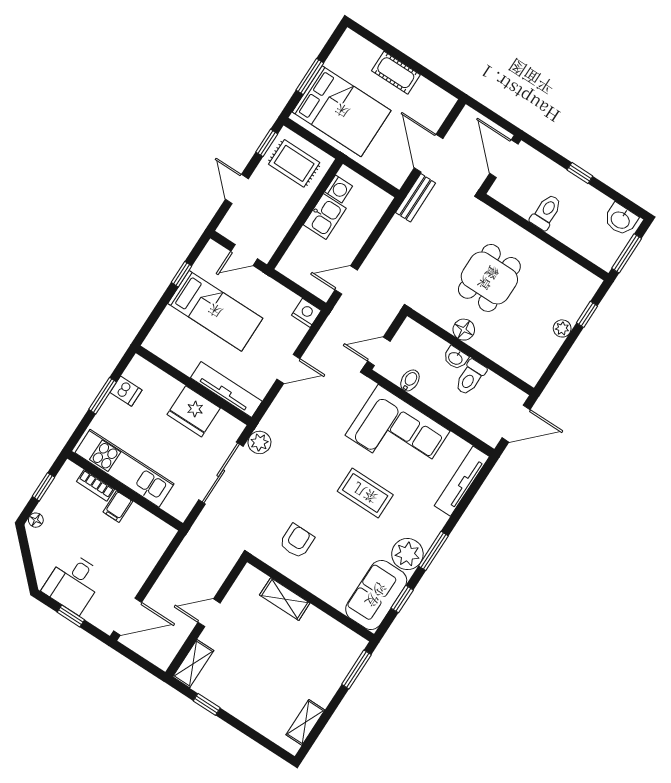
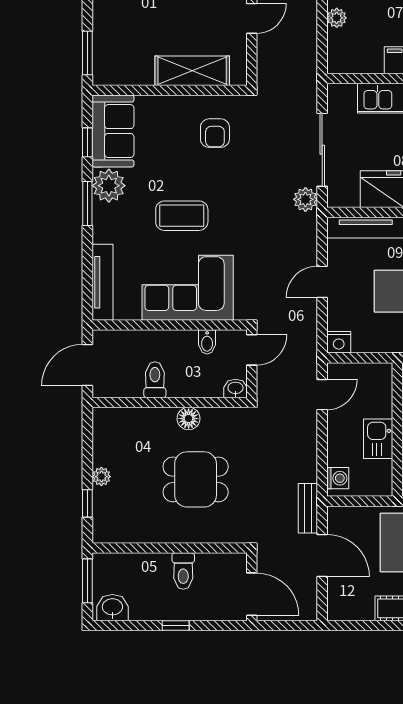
washing machine: (339, 189) -> (338, 478), moved, turned 180
dining table: (489, 278) -> (196, 479), turned 90
washbasin: (456, 358) -> (235, 388), moved
plant: (142, 570) -> (337, 18), added
shelving: (285, 599) -> (192, 71), width x1.50, depth x1.33

